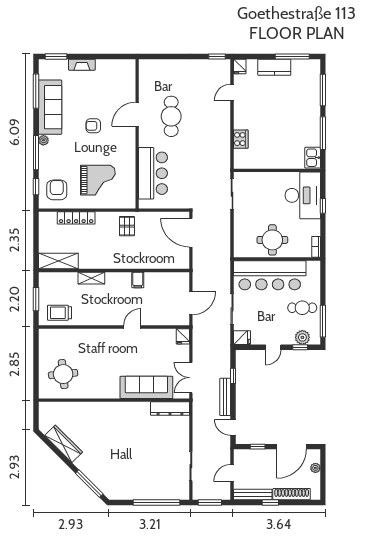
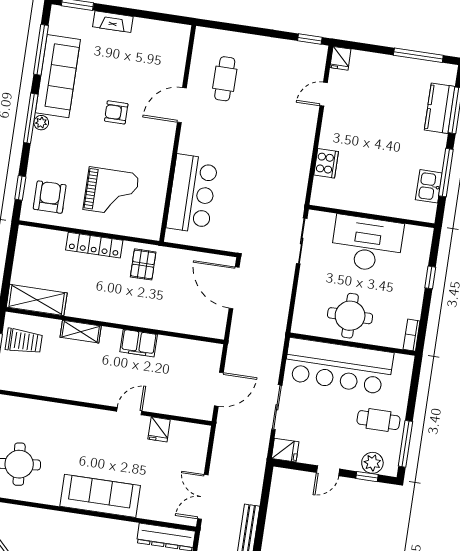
kitchen counter: (274, 67) -> (440, 108), moved, turned 90
cafe table: (171, 116) -> (225, 79), moved, width x0.73, depth x0.74
window: (36, 153) -> (31, 118), moved
kitchen sink: (313, 158) -> (429, 186), moved
desk: (303, 195) -> (367, 244), moved, turned -90
locker: (76, 218) -> (94, 245), moved
filing cabinet: (138, 280) -> (139, 343), width x2.00
trolley: (60, 313) -> (24, 341), moved, turned 180
fridge: (183, 336) -> (159, 429), moved
window: (233, 376) -> (264, 503), removed
sofa: (146, 387) -> (100, 496), moved

